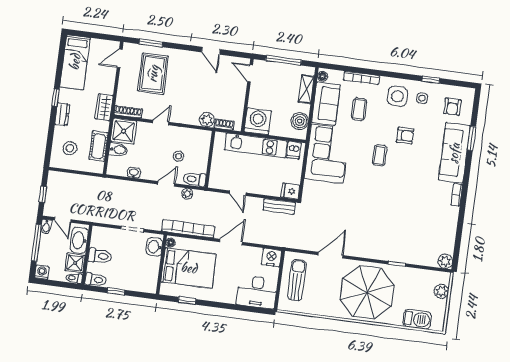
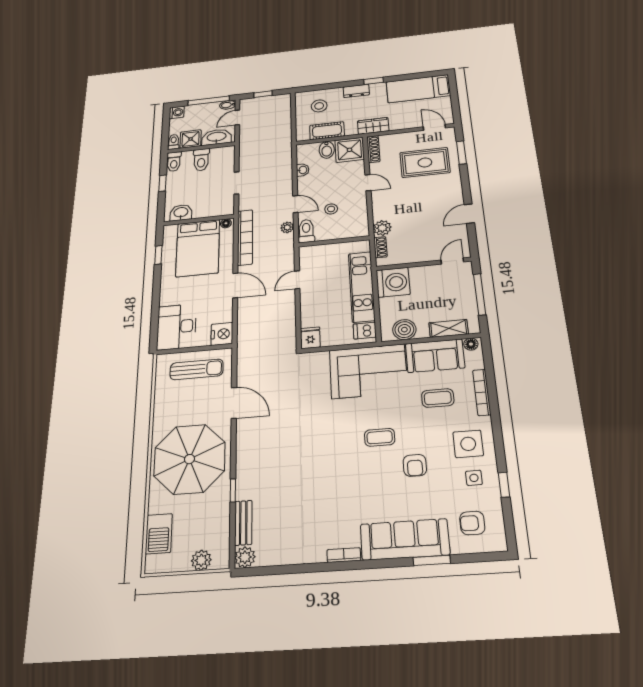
bench: (279, 206) -> (243, 523), moved
washbasin: (154, 247) -> (181, 213), moved

